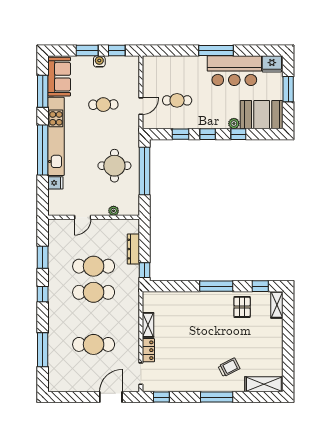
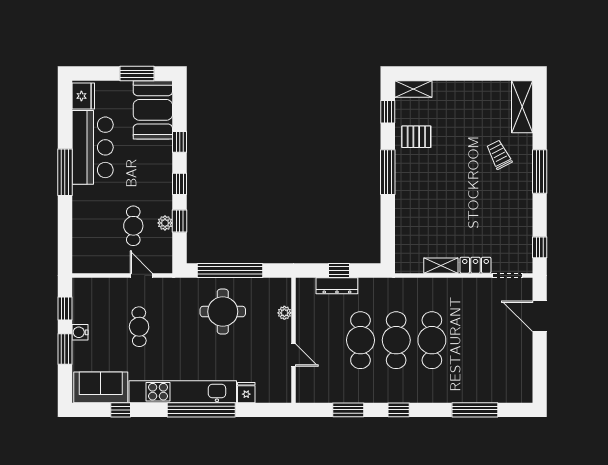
window: (288, 89) -> (137, 74), moved
window: (43, 91) -> (121, 410), width x0.46
plant: (234, 124) -> (165, 223), moved
window: (144, 270) -> (339, 270), moved
cafe table: (94, 344) -> (432, 340), moved

